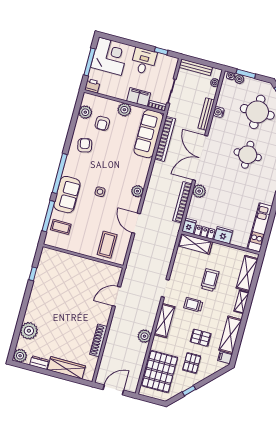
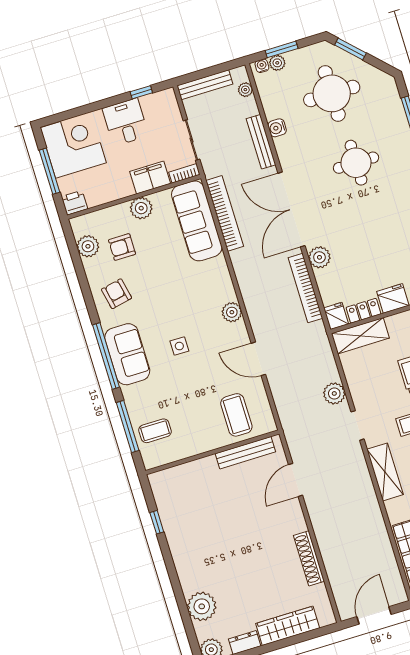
armchair: (102, 123) -> (122, 247), turned 90
sofa: (67, 195) -> (127, 354), moved
bench: (100, 267) -> (245, 453), added
plant: (144, 336) -> (334, 393), moved

